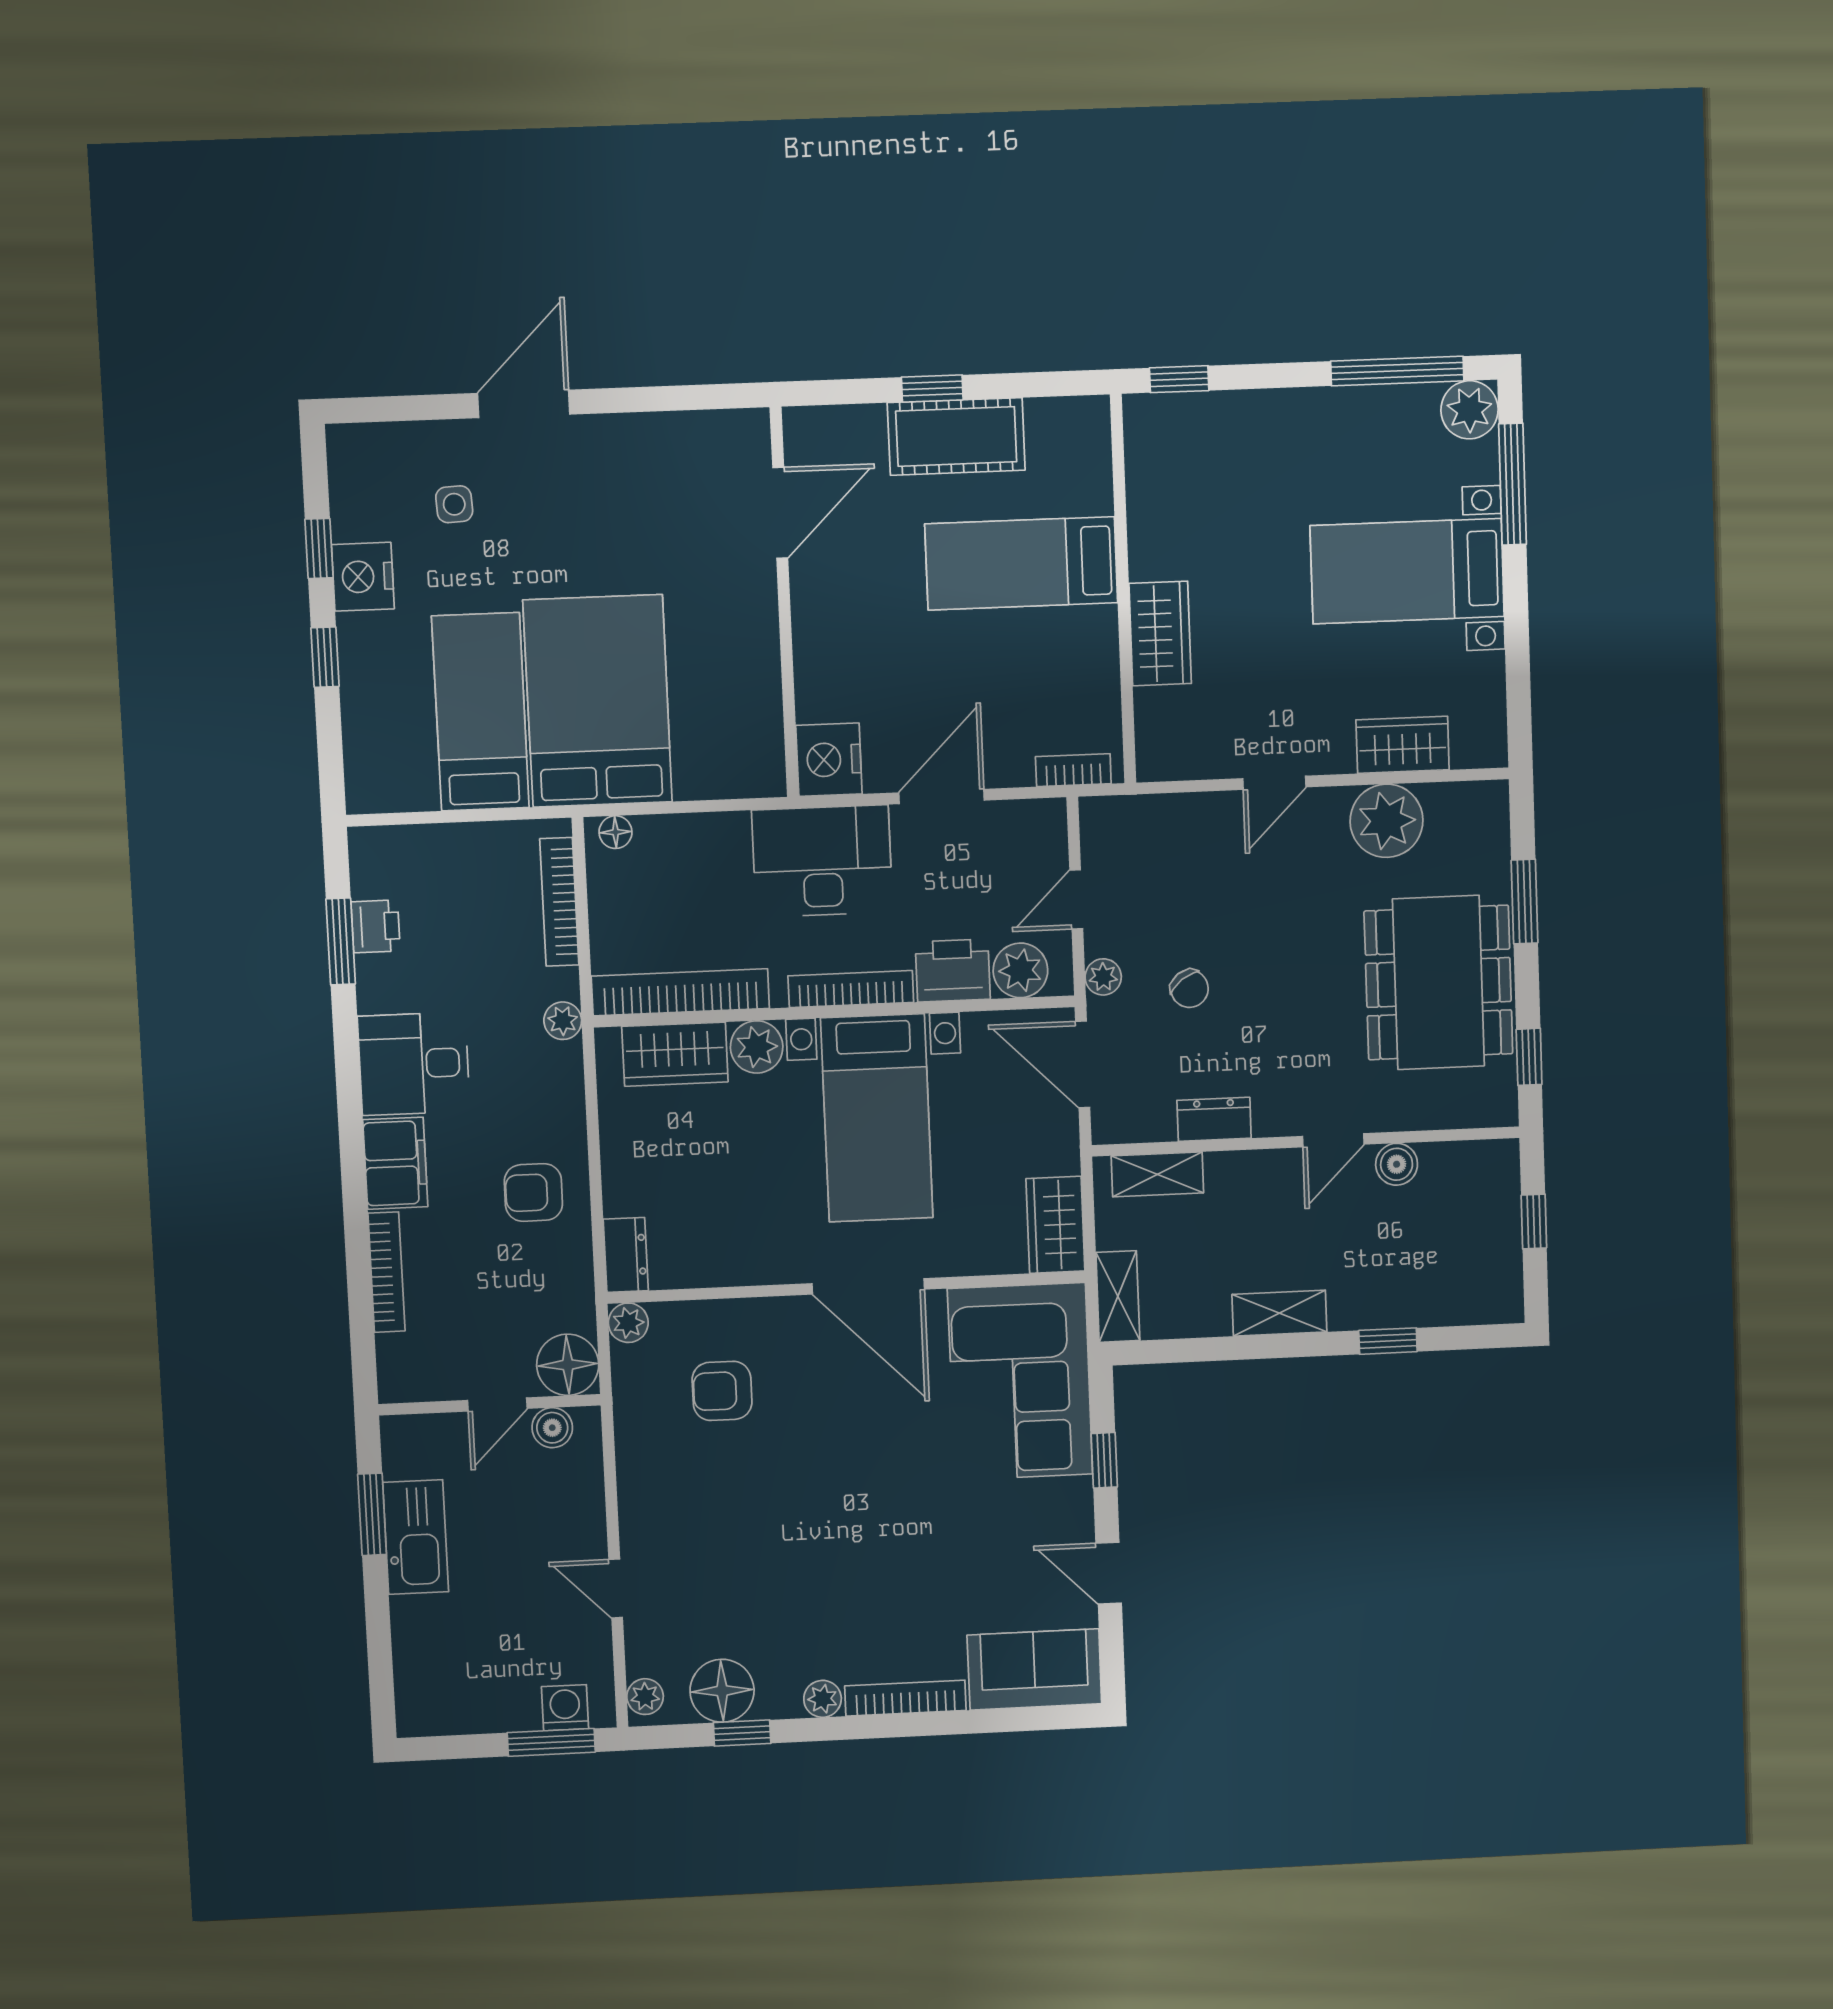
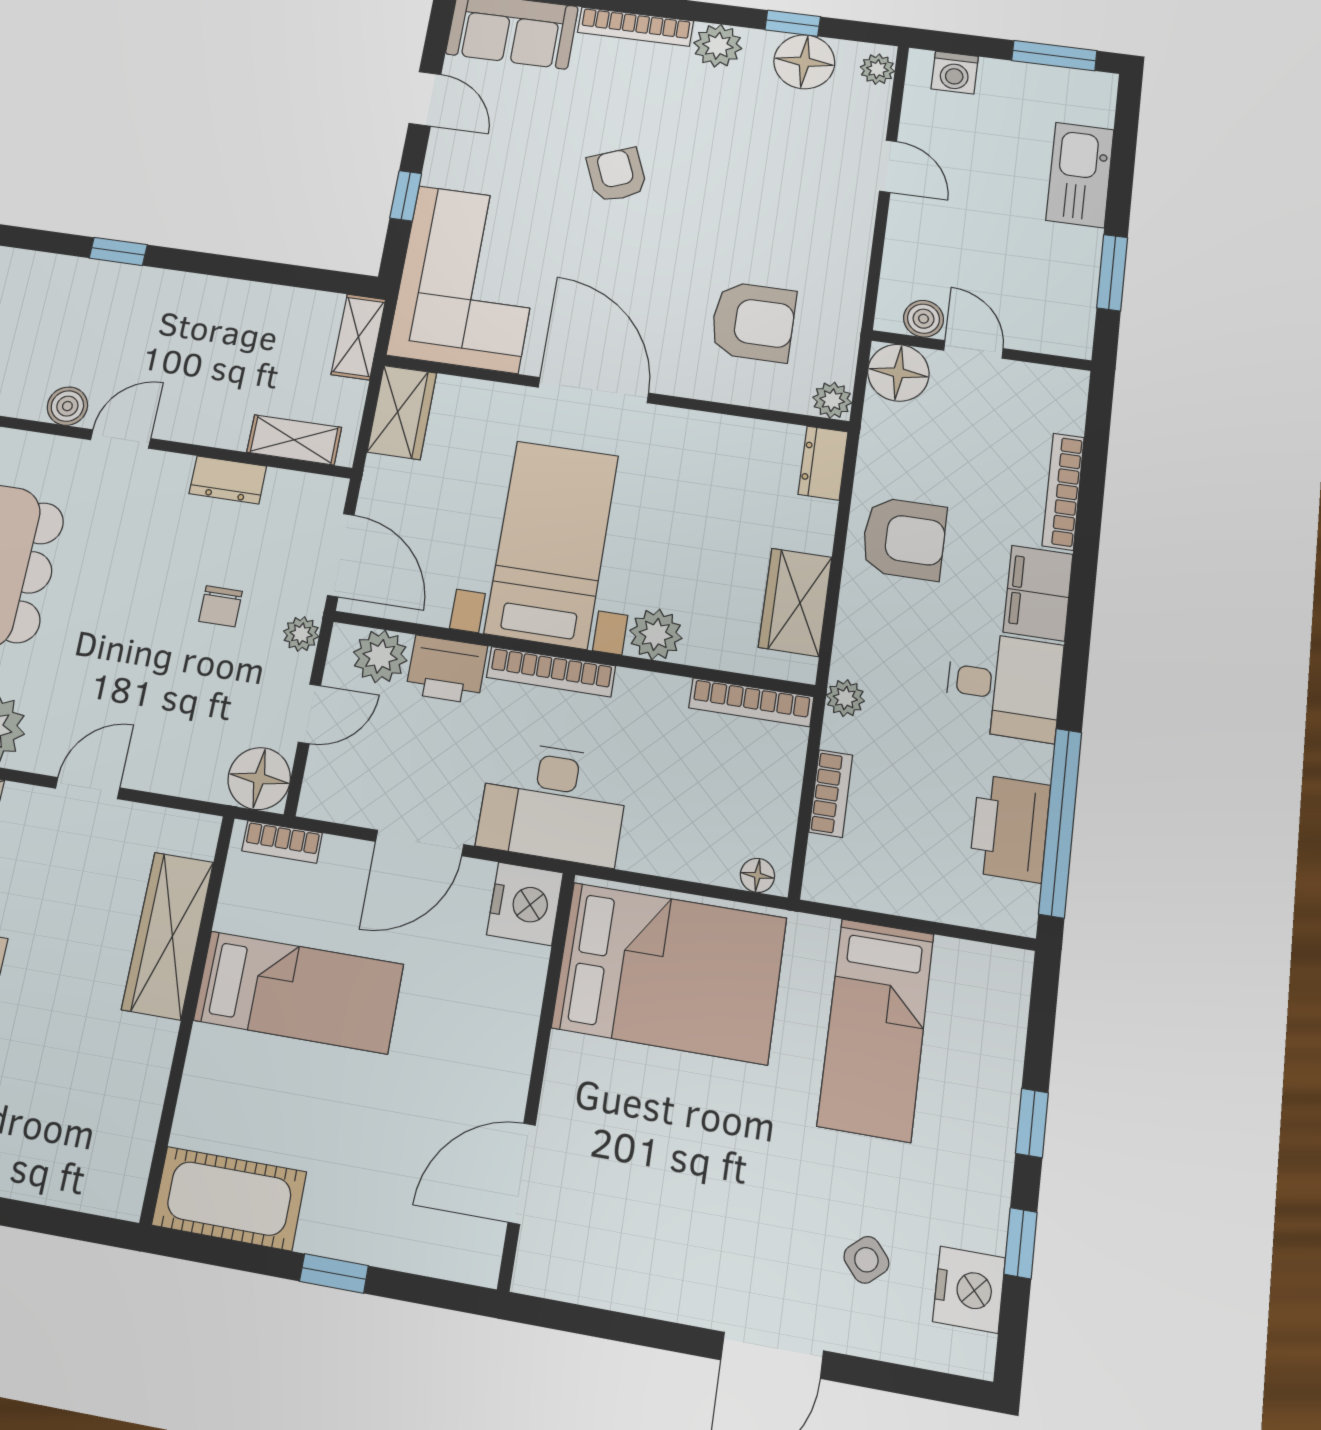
window: (1179, 379) -> (76, 1225), removed
cot: (956, 436) -> (229, 1199), moved
side table: (454, 504) -> (866, 1260), turned -38
bed: (1021, 563) -> (299, 992), moved
nightstand: (363, 577) -> (969, 1290), moved
wardrobe: (1160, 633) -> (168, 935), width x1.50
bed: (598, 701) -> (669, 973), moved, turned -90
floor lamp: (1110, 826) -> (259, 779), added
bookcase: (559, 902) -> (831, 793), width x0.64
printer: (376, 926) -> (1010, 828), width x1.87, depth x1.48
window: (341, 942) -> (1060, 822), width x2.11
chair: (1189, 989) -> (221, 606), turned -143
bookcase: (680, 992) -> (751, 702), width x0.68, depth x0.76
wardrobe: (675, 1054) -> (795, 602), moved, turned -90
armchair: (533, 1192) -> (904, 539), width x1.38, depth x1.38
shelving: (1279, 1313) -> (211, 294), removed
armchair: (722, 1391) -> (753, 322), width x1.38, depth x1.38
door: (497, 1404) -> (973, 349), hinge flipped
armchair: (891, 1525) -> (617, 175), added
kitchen sink: (416, 1537) -> (1080, 175), moved
plant: (823, 1699) -> (718, 46), width x1.38, depth x1.38
window: (551, 1742) -> (1054, 56), moved

